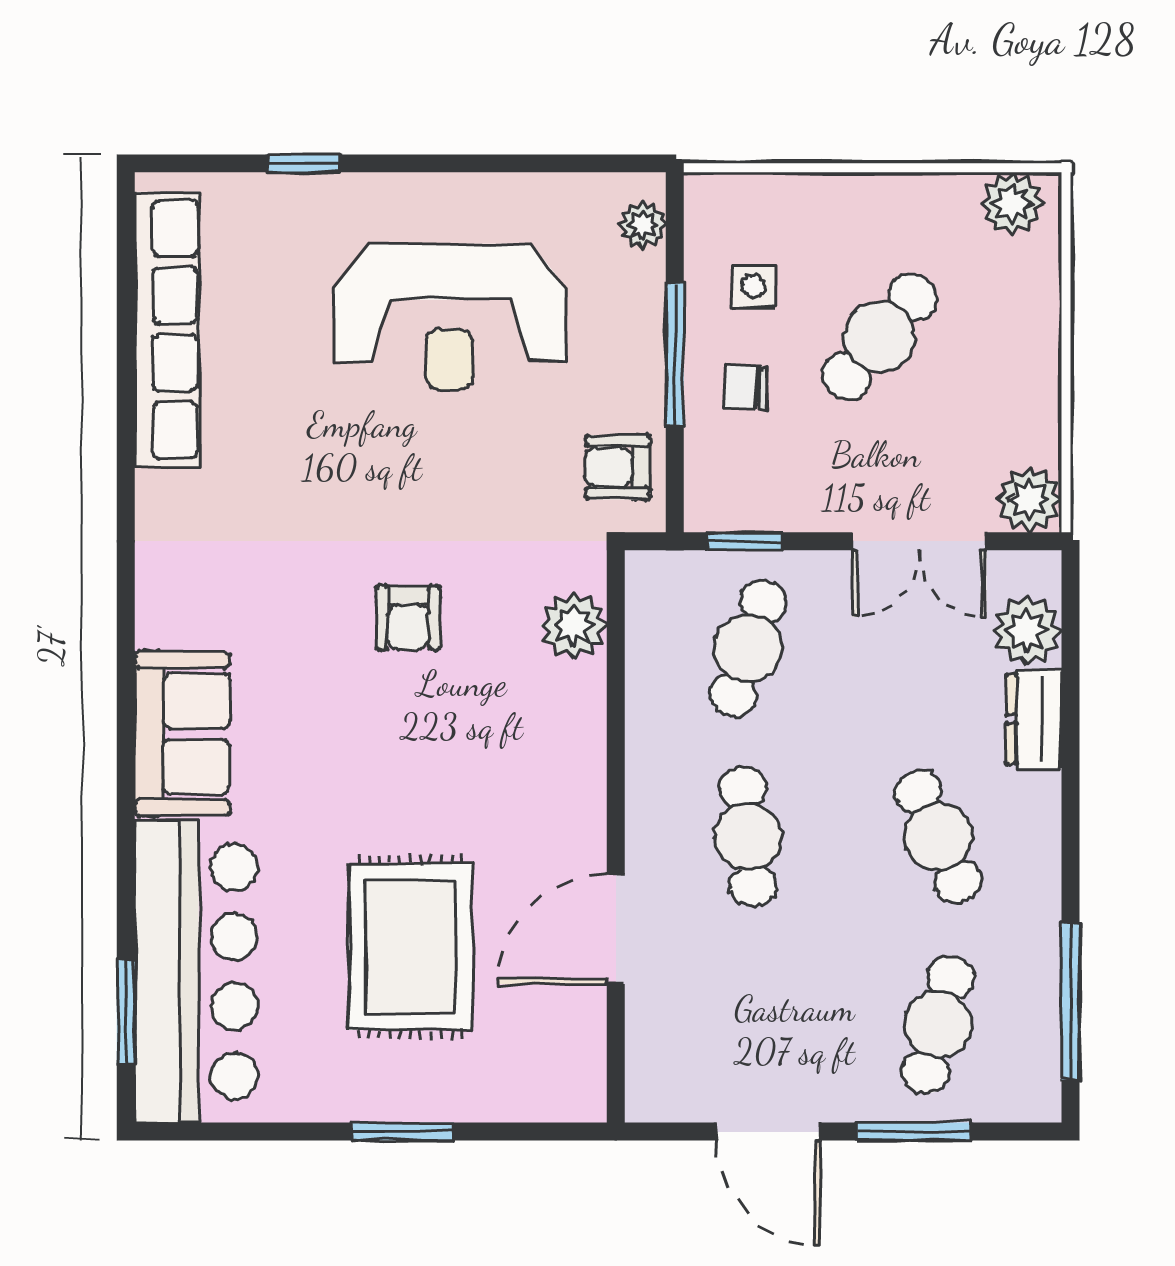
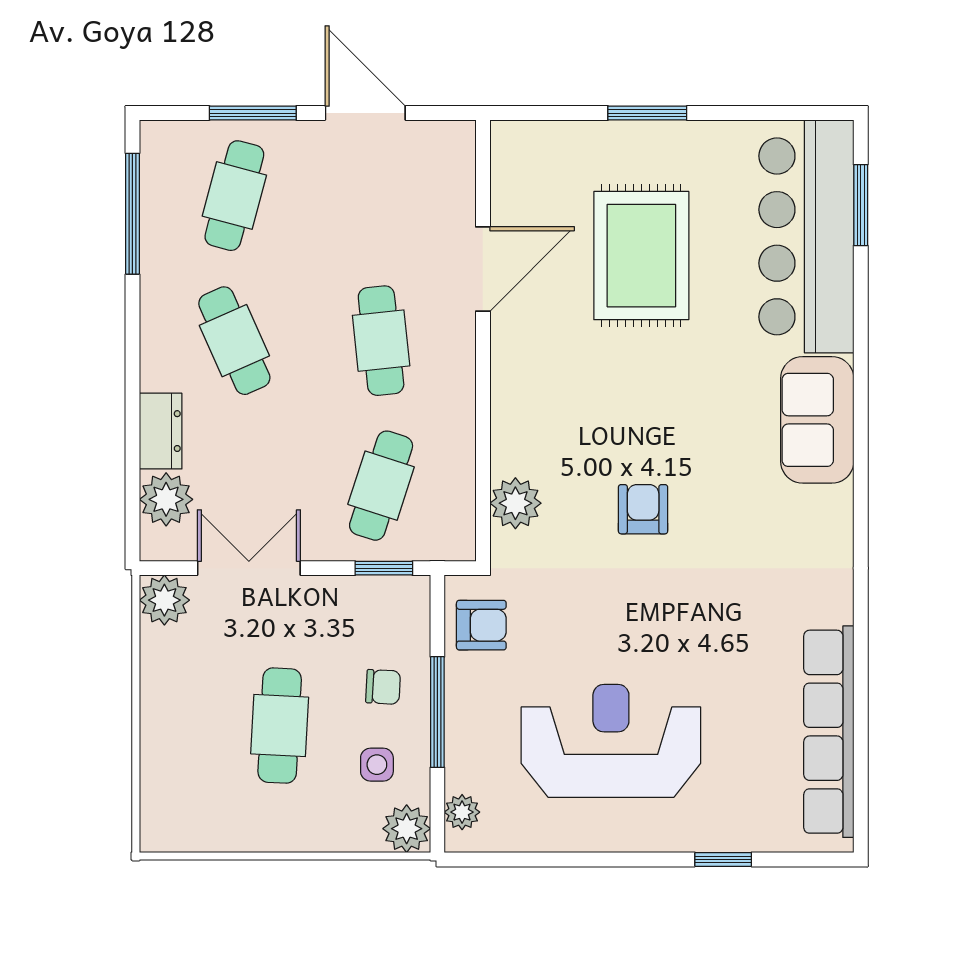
plant: (1012, 203) -> (407, 829), moved
cafe table: (880, 337) -> (280, 726), turned -37

